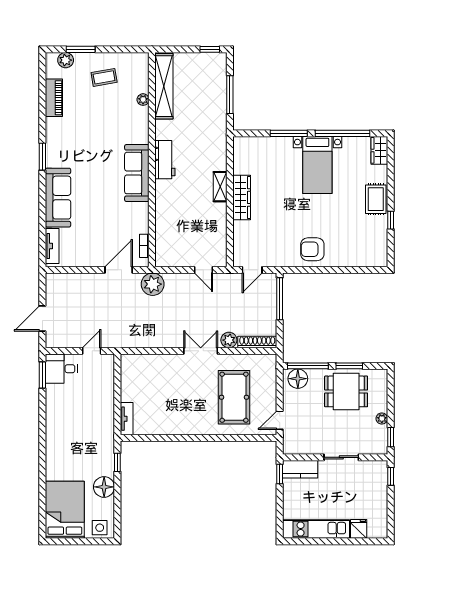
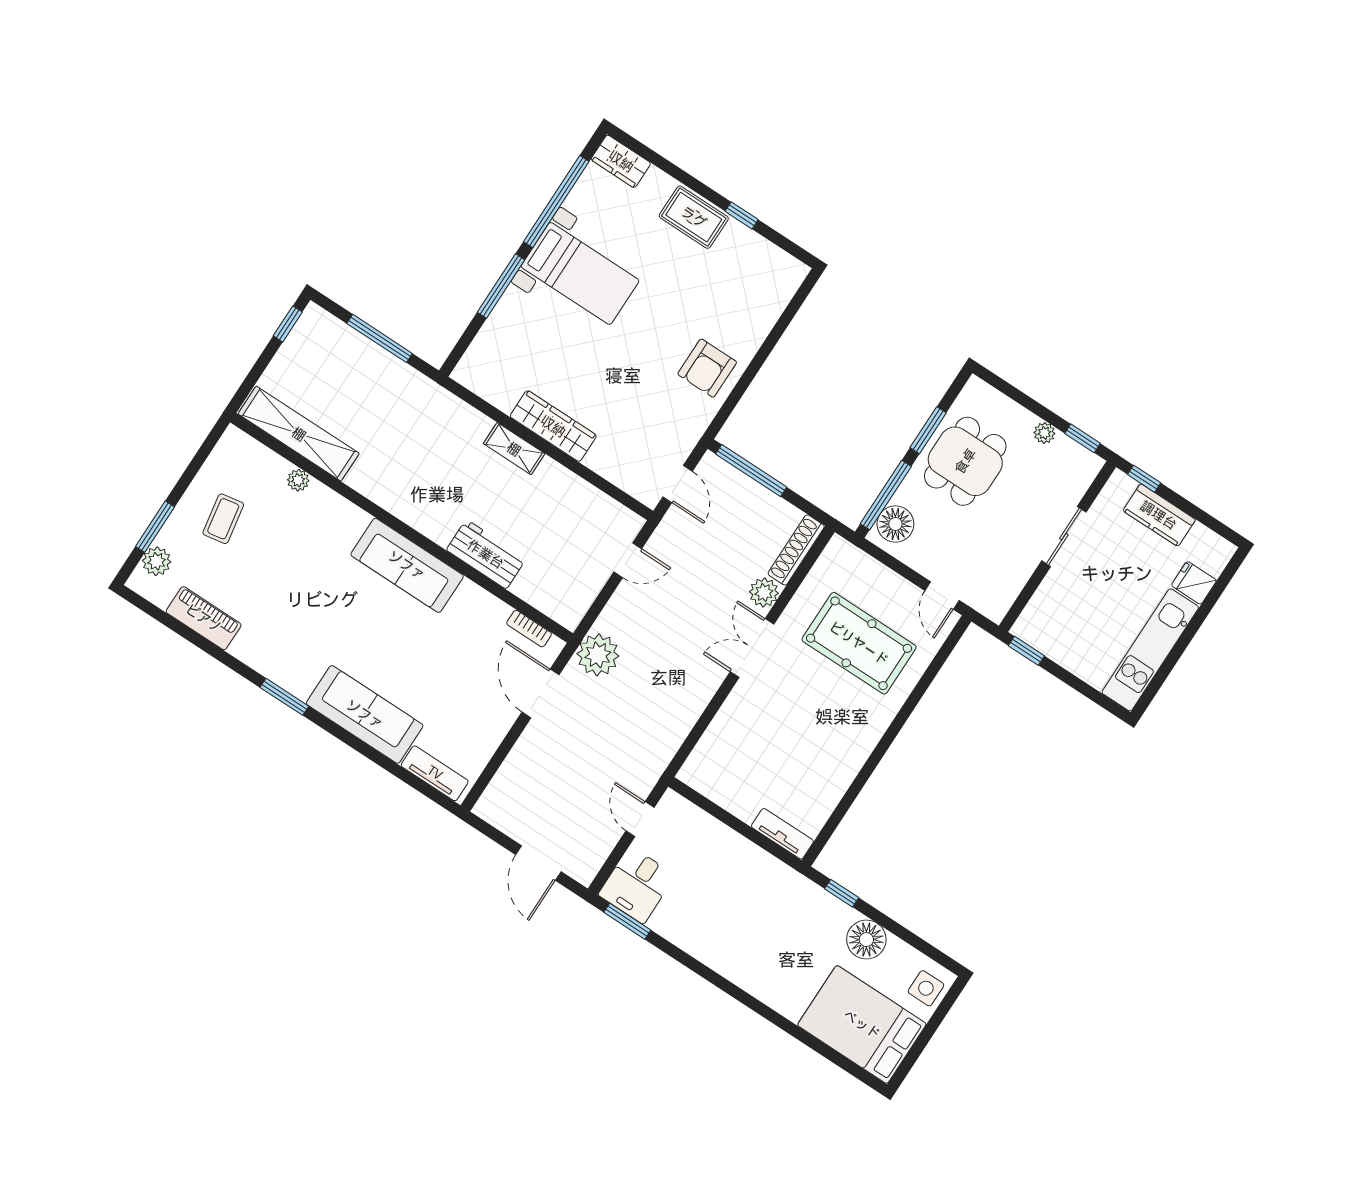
workbench: (165, 160) -> (486, 554), moved
kitchen counter: (300, 469) -> (1159, 515), moved, turned 90

